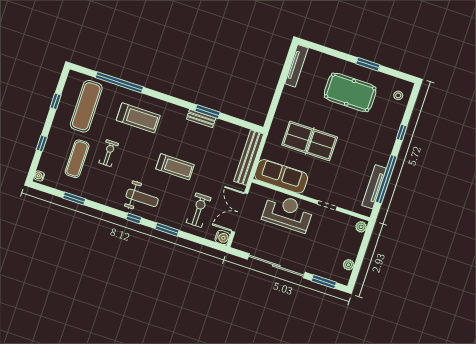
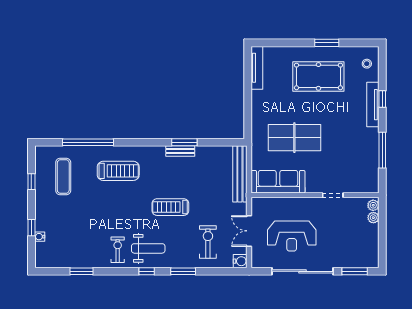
exercise mat: (86, 106) -> (63, 177), width x0.73, depth x0.69
exercise bike: (109, 153) -> (118, 250), moved
exercise mat: (77, 159) -> (71, 231), removed
treadmill: (175, 167) -> (170, 207), turned 180
water cooler: (39, 176) -> (40, 237), moved
window: (386, 179) -> (382, 150), width x0.68
tv unit: (374, 187) -> (373, 105), moved
double door: (240, 213) -> (249, 231), width x0.73
reception desk: (288, 213) -> (292, 236), moved, turned 180
plant: (349, 265) -> (373, 218), moved

